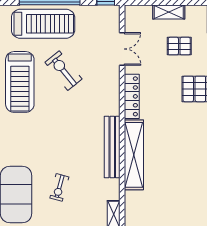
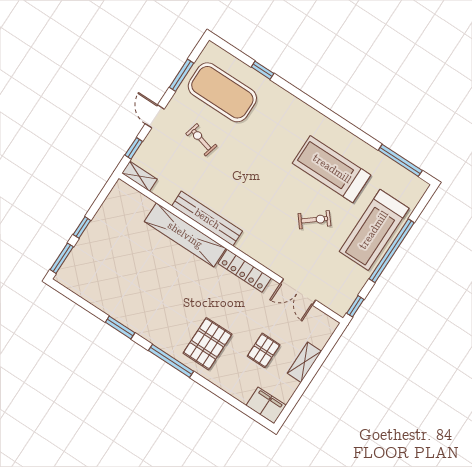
exercise bike: (63, 71) -> (314, 220), width x0.73, depth x0.72

